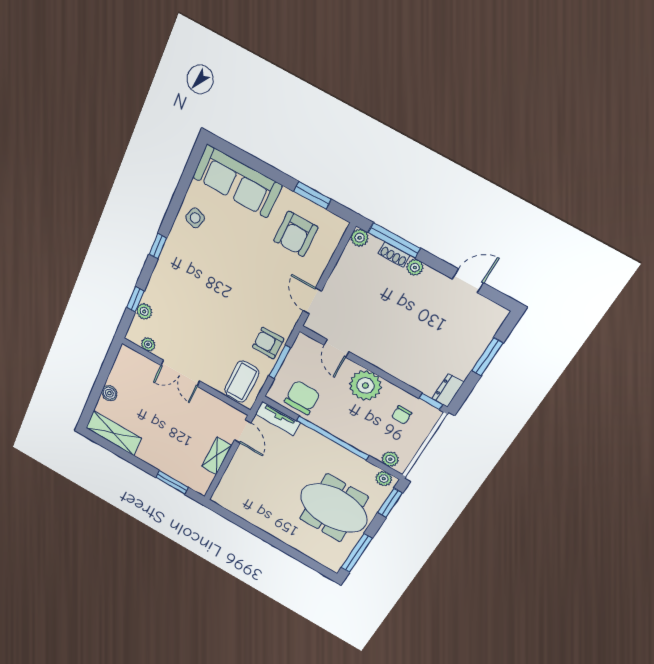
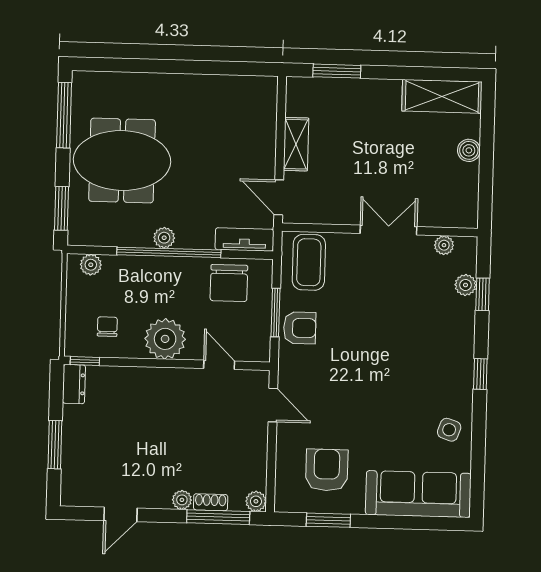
plant: (384, 479) -> (164, 238), moved

